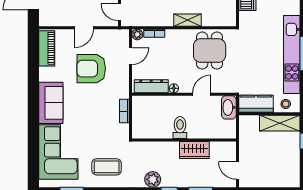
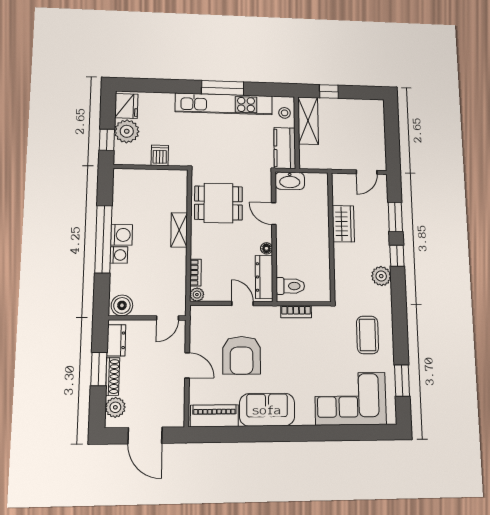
door: (131, 56) -> (243, 304), moved
sofa: (51, 103) -> (267, 410), moved
toilet: (180, 128) -> (290, 286), moved, turned 180

